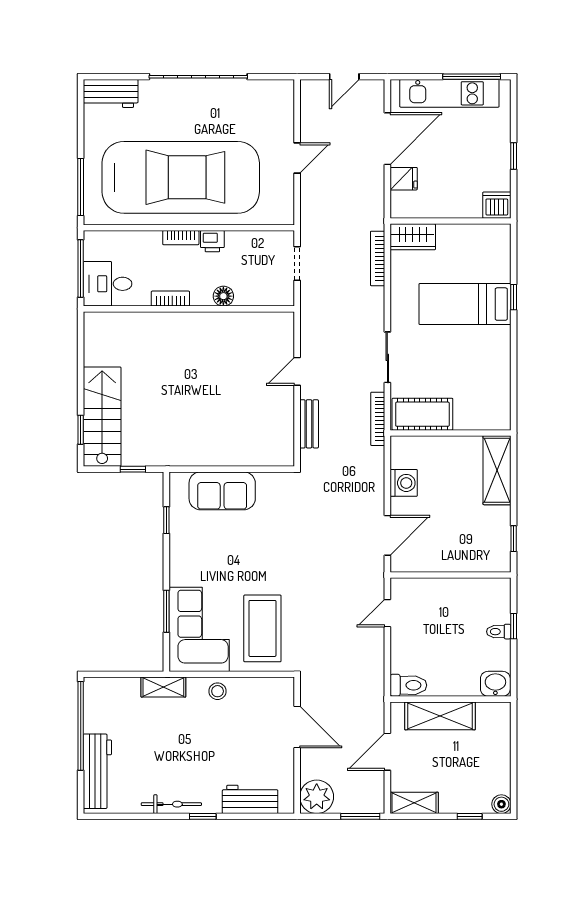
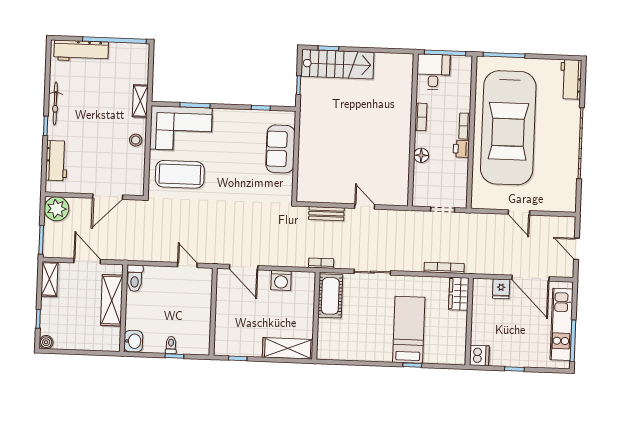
bookcase: (378, 419) -> (321, 263), width x0.64

